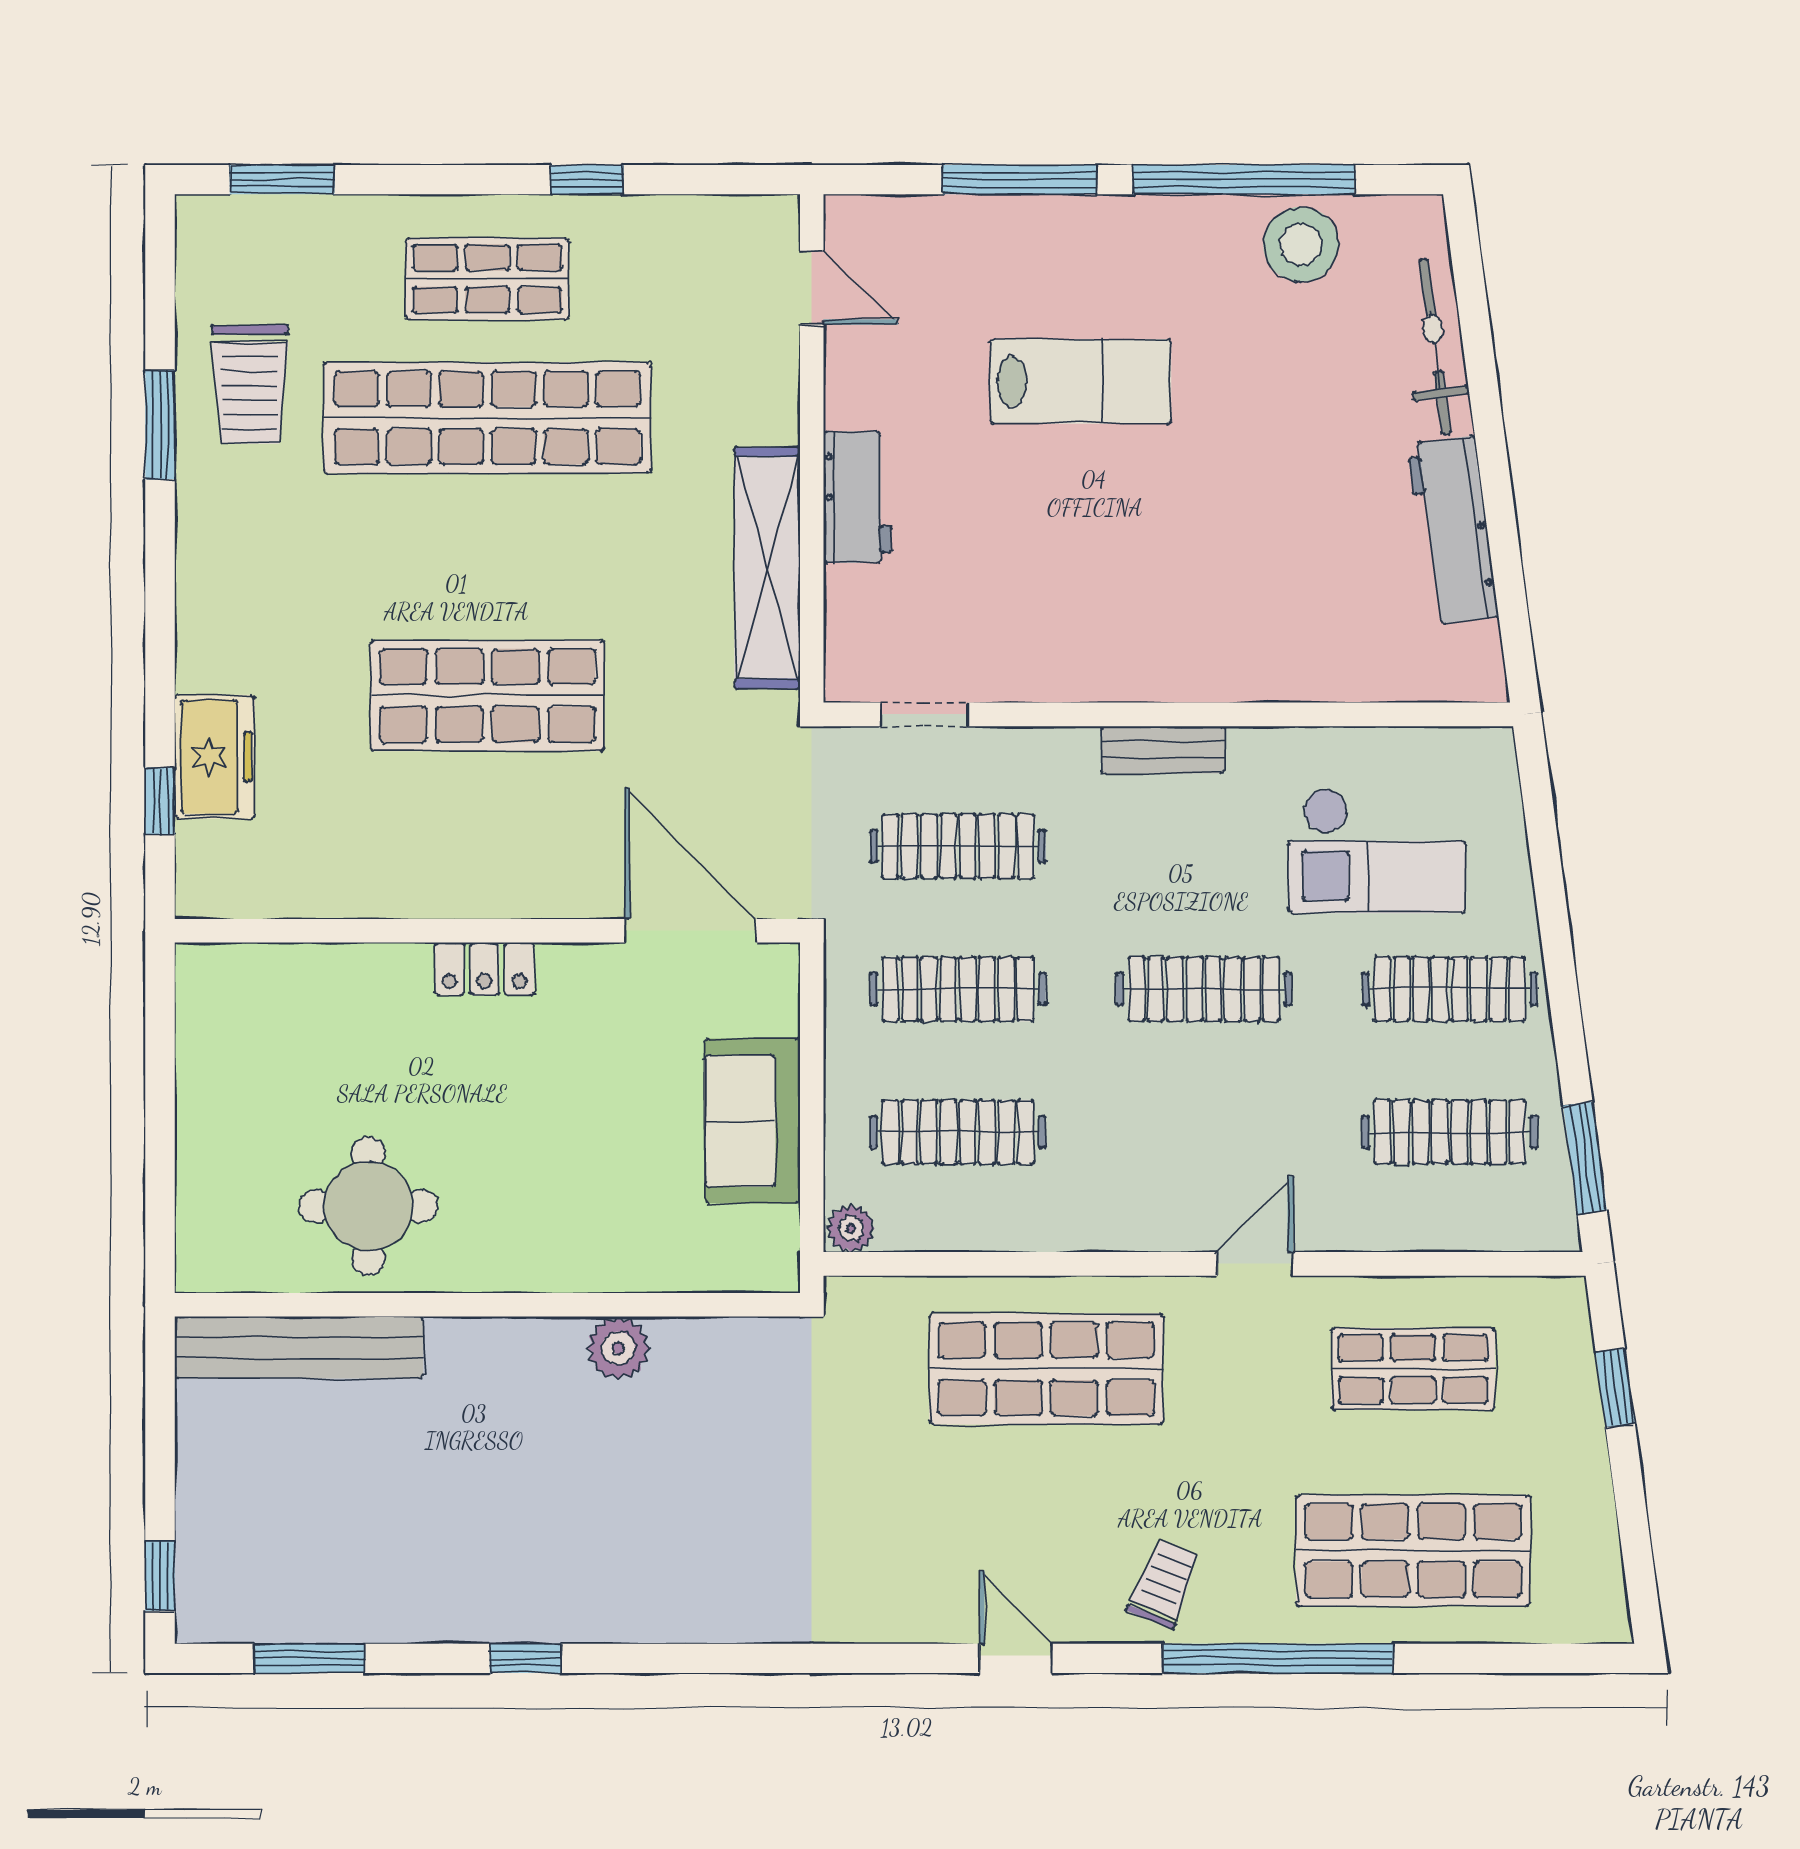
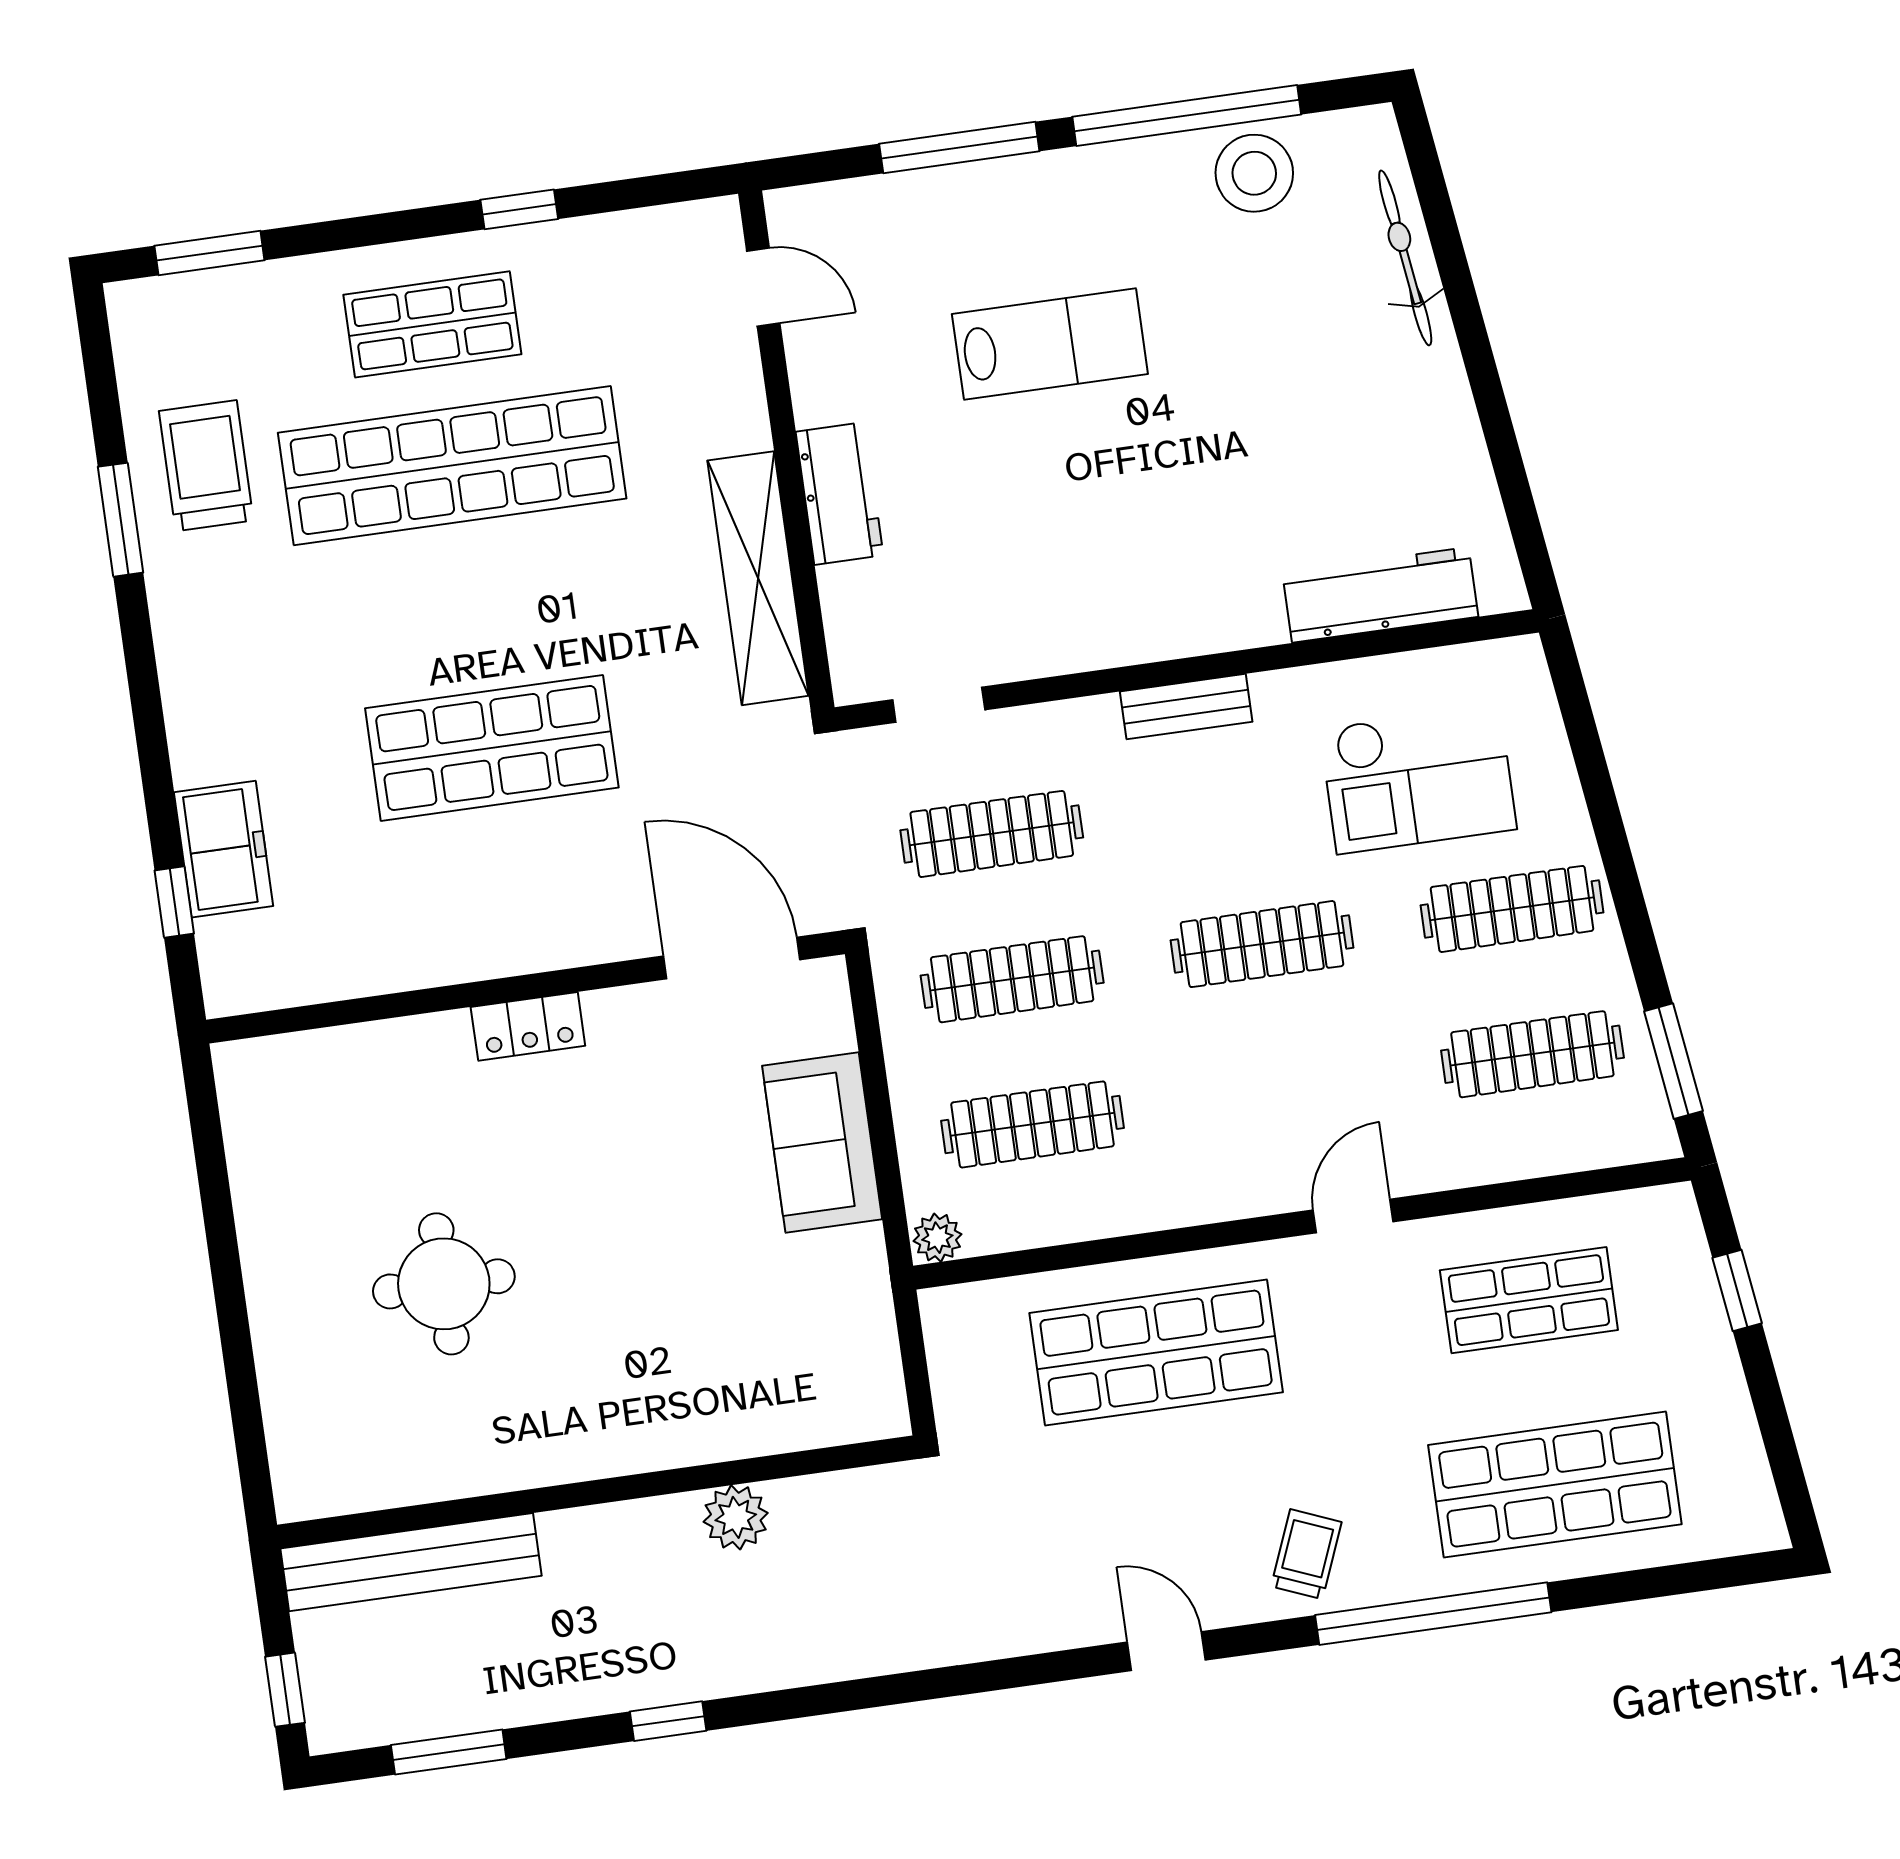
trolley: (250, 384) -> (206, 466), turned 180
workbench: (1453, 530) -> (1380, 595), moved, turned 98
wall: (487, 1305) -> (596, 1492), moved
bench: (299, 1347) -> (411, 1562), moved
plant: (618, 1348) -> (736, 1517), moved

